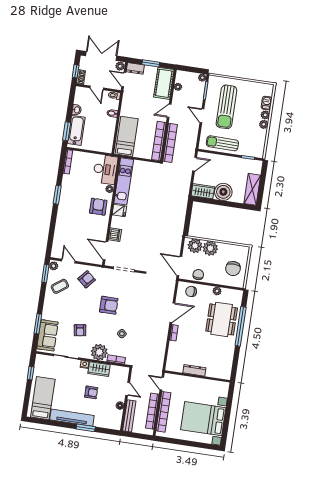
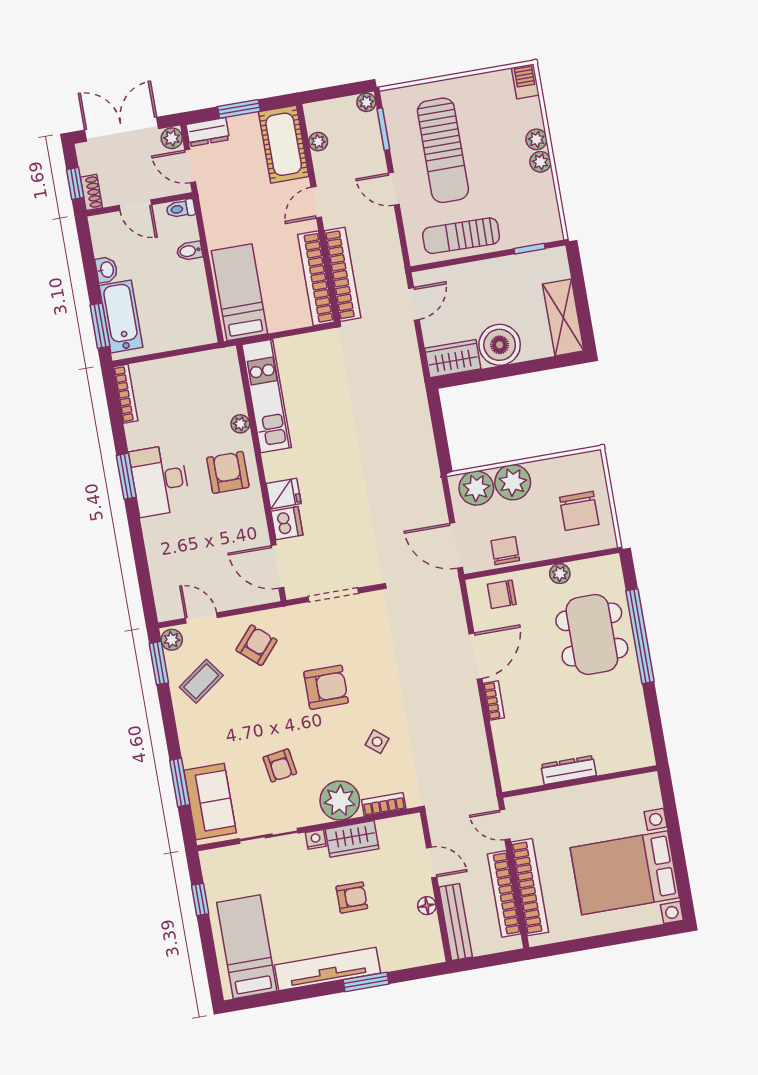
barbecue: (267, 103) -> (525, 81), moved
desk: (105, 169) -> (160, 480), moved, turned 180
fridge: (119, 210) -> (284, 494), moved

